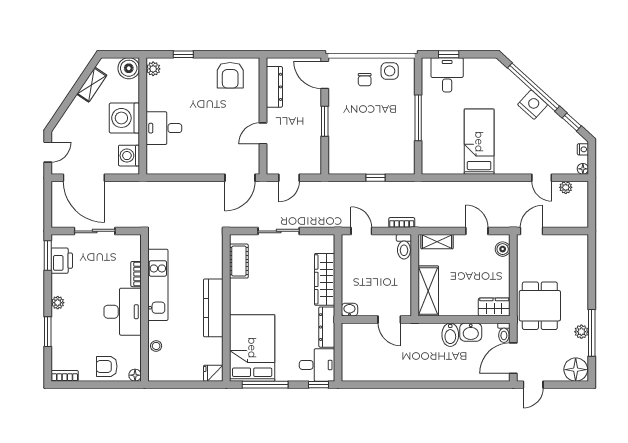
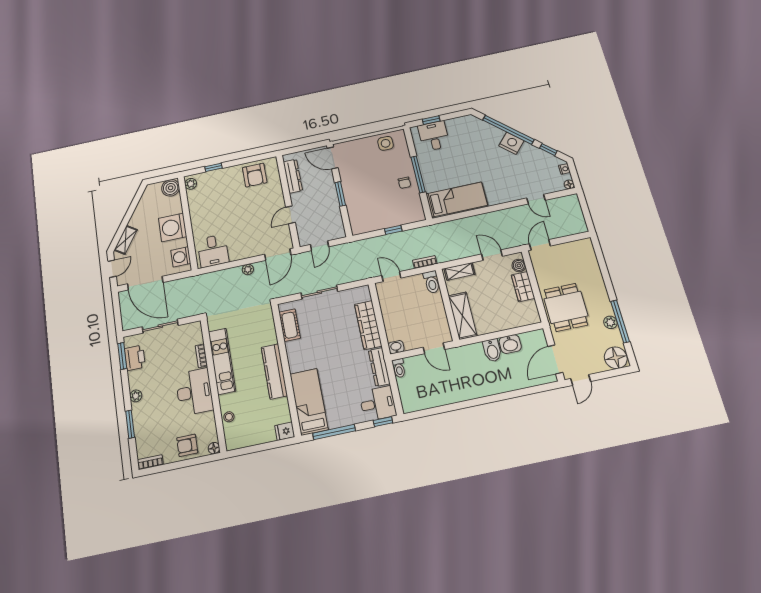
chair: (365, 80) -> (404, 183), moved
shelving: (92, 85) -> (126, 240), moved
desk: (164, 128) -> (213, 251), moved, turned -90
bed: (479, 142) -> (457, 200), moved, turned 90
plant: (566, 187) -> (248, 269), moved
wardrobe: (494, 307) -> (523, 287), moved, turned -90
toilet: (504, 333) -> (399, 368), moved
bed: (252, 348) -> (309, 402), width x0.67

